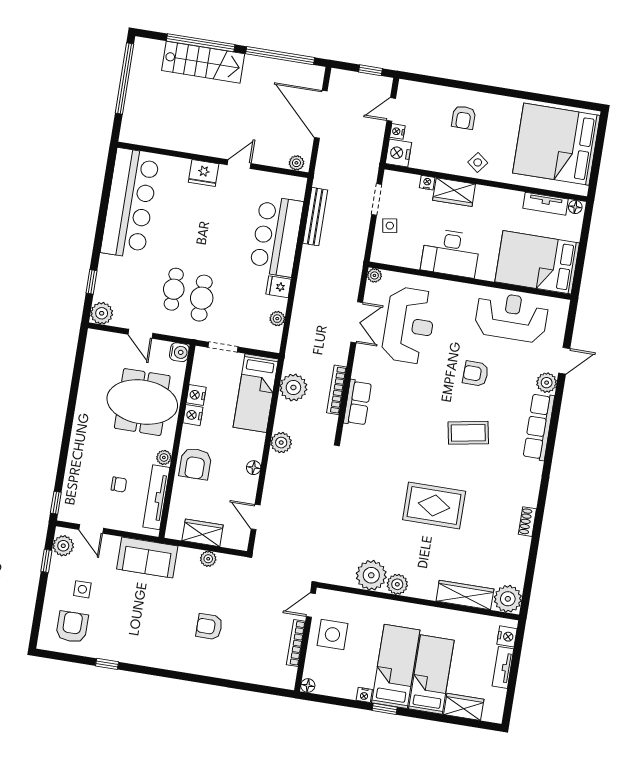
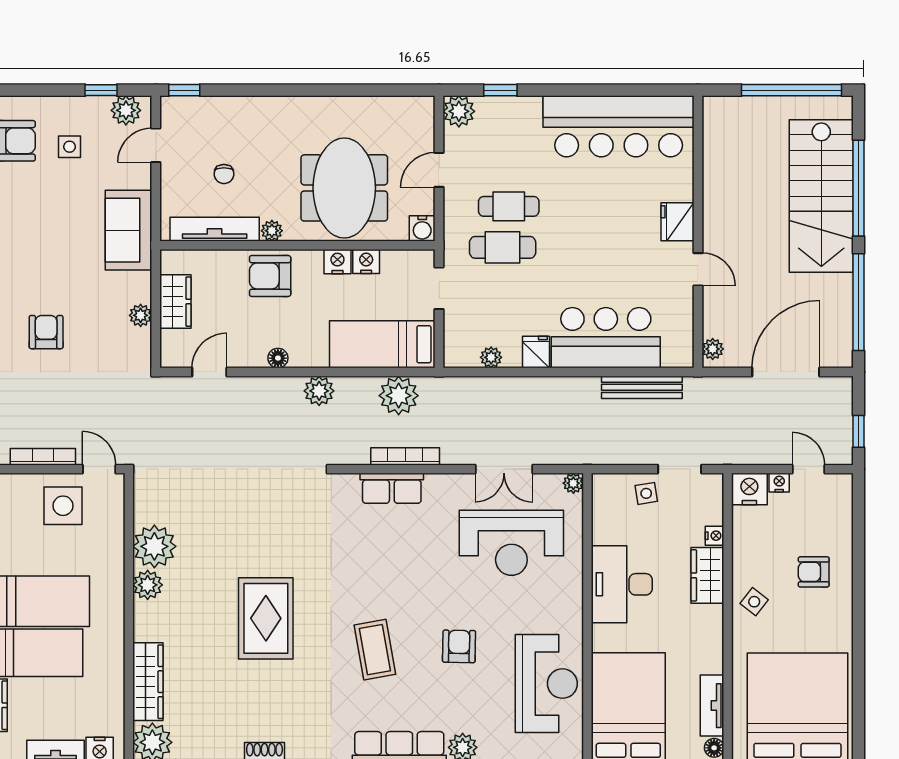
stairs: (203, 62) -> (821, 196), width x1.36, depth x1.51

